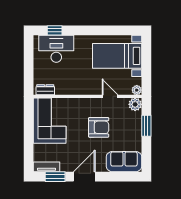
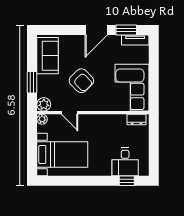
desk: (56, 49) -> (125, 162), width x0.73
armchair: (99, 127) -> (81, 81), turned -134
sofa: (124, 162) -> (48, 56), moved, turned -90

